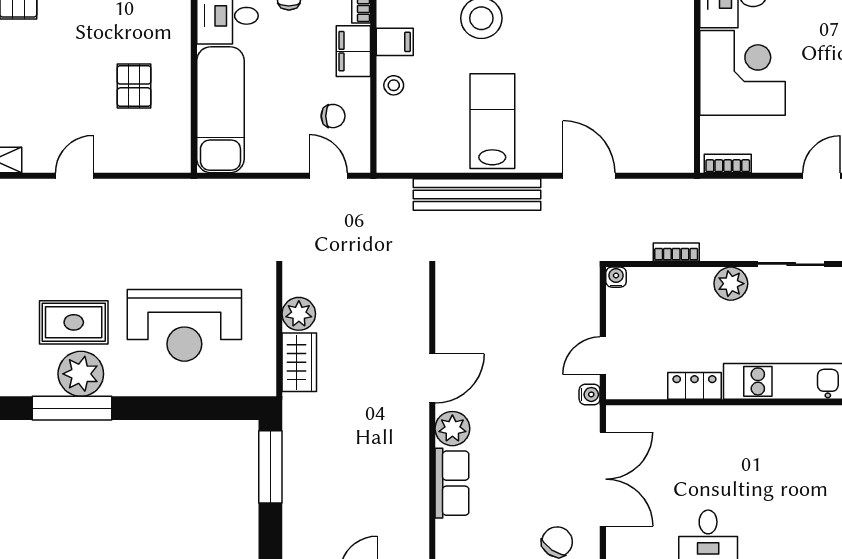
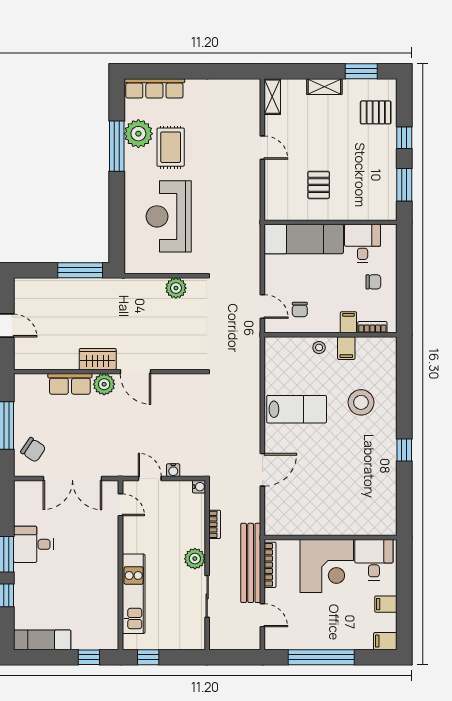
filing cabinet: (353, 51) -> (348, 322), width x0.50
pallet: (134, 86) -> (319, 185), turned 90
bookcase: (728, 163) -> (270, 565), width x1.56
door: (328, 176) -> (262, 306), hinge flipped
bench: (477, 194) -> (251, 563), moved
wardrobe: (299, 362) -> (98, 359), moved, turned 180
plant: (81, 374) -> (138, 134), moved
locker: (694, 386) -> (131, 536), removed
water cooler: (590, 394) -> (173, 470), moved
door: (645, 402) -> (121, 505), added

